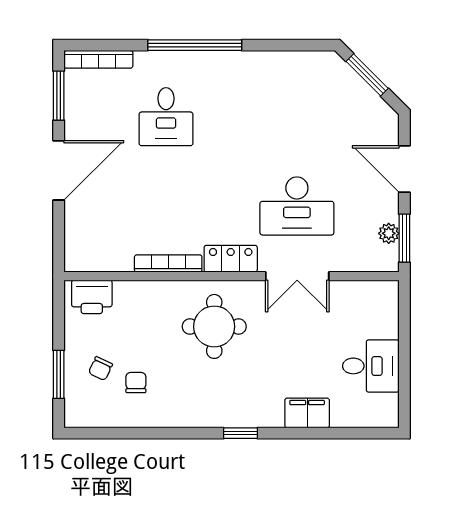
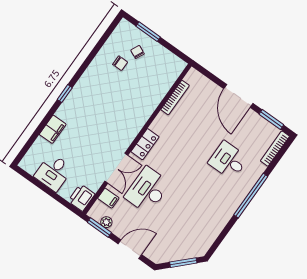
filing cabinet: (351, 256) -> (108, 198), added
bookcase: (168, 263) -> (175, 98), moved
double door: (297, 276) -> (116, 168), swing flipped
printer: (92, 297) -> (81, 198), moved
round table: (214, 326) -> (120, 116), removed

